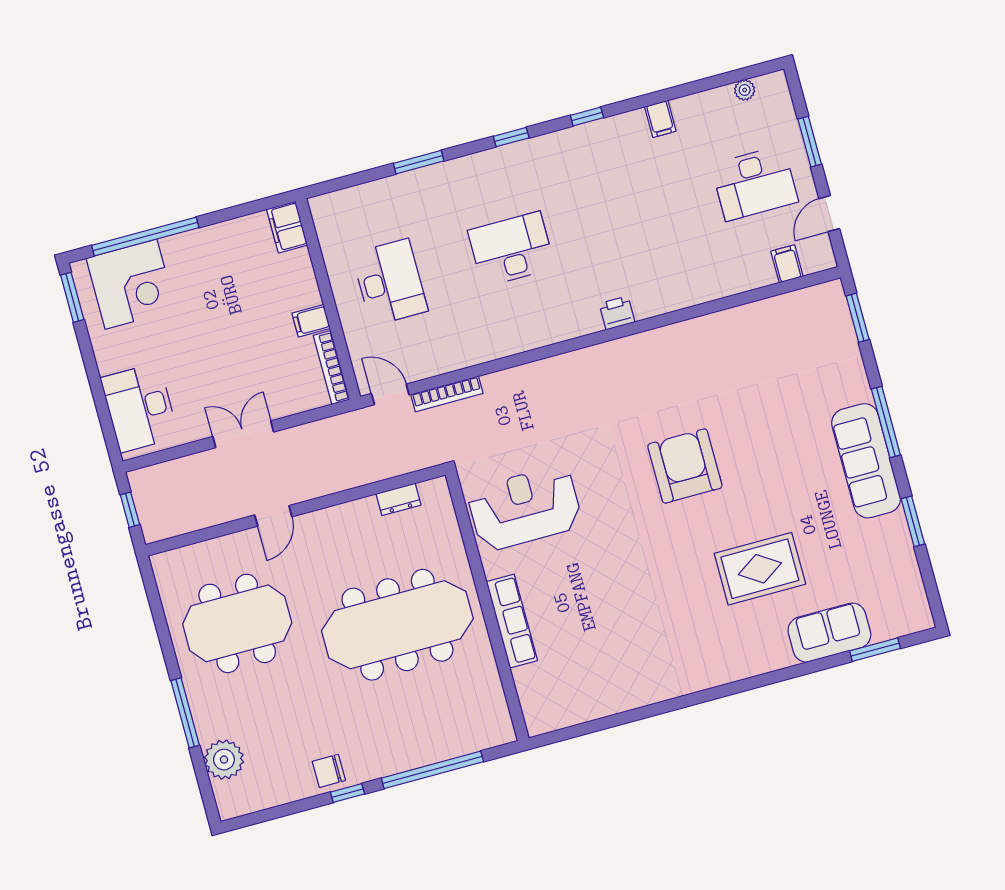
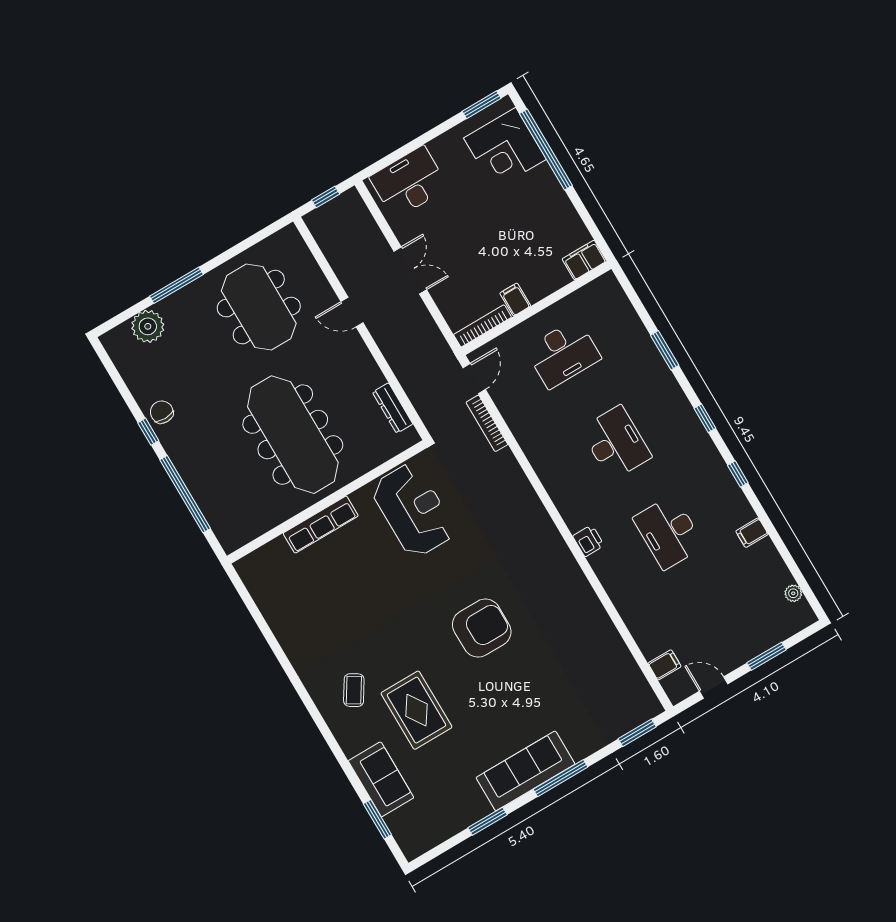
desk: (754, 183) -> (669, 532), moved
dresser: (399, 499) -> (393, 408), width x1.44
coffee table: (716, 636) -> (354, 690), added

